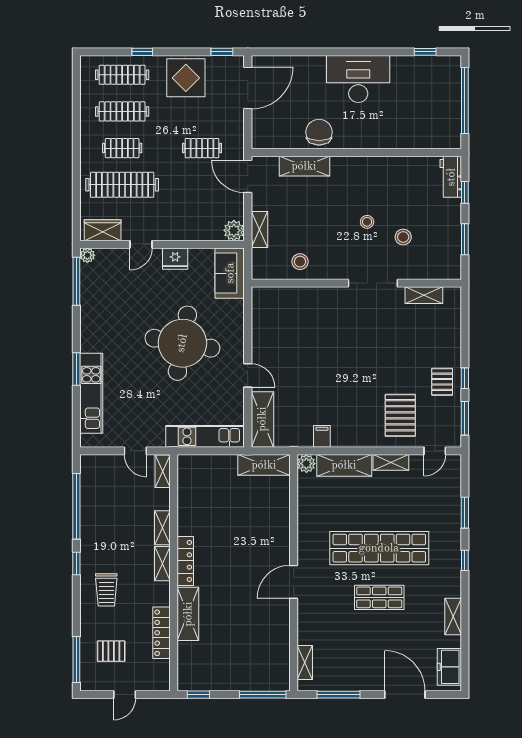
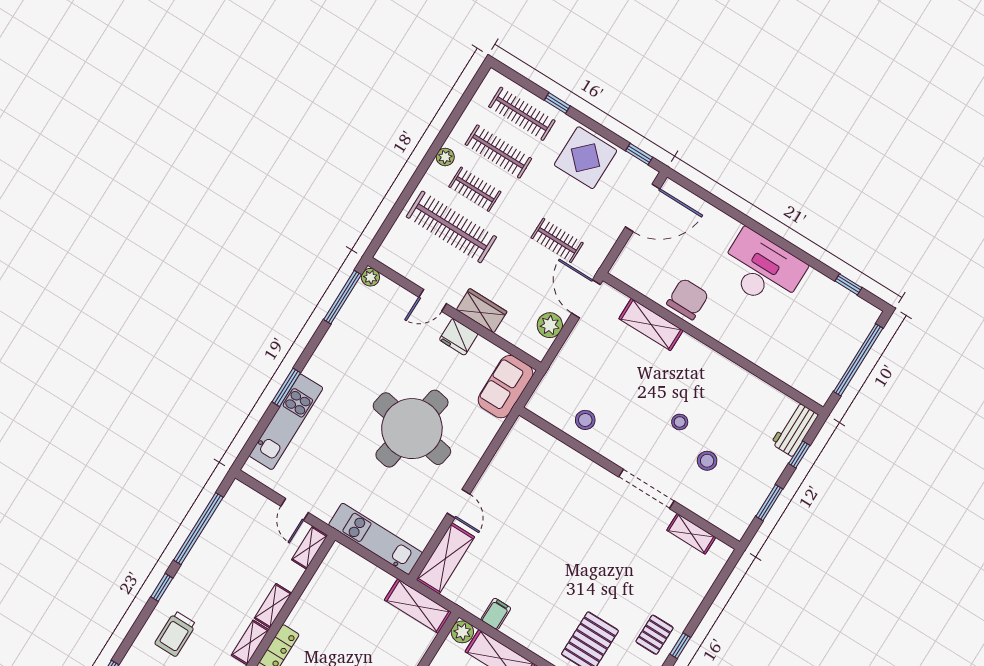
plant: (87, 138) -> (445, 157), added
shelving: (259, 229) -> (564, 361), removed
wardrobe: (103, 230) -> (482, 311), moved
plant: (234, 230) -> (550, 325), moved

